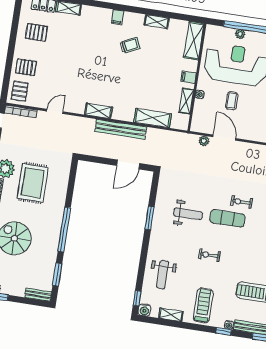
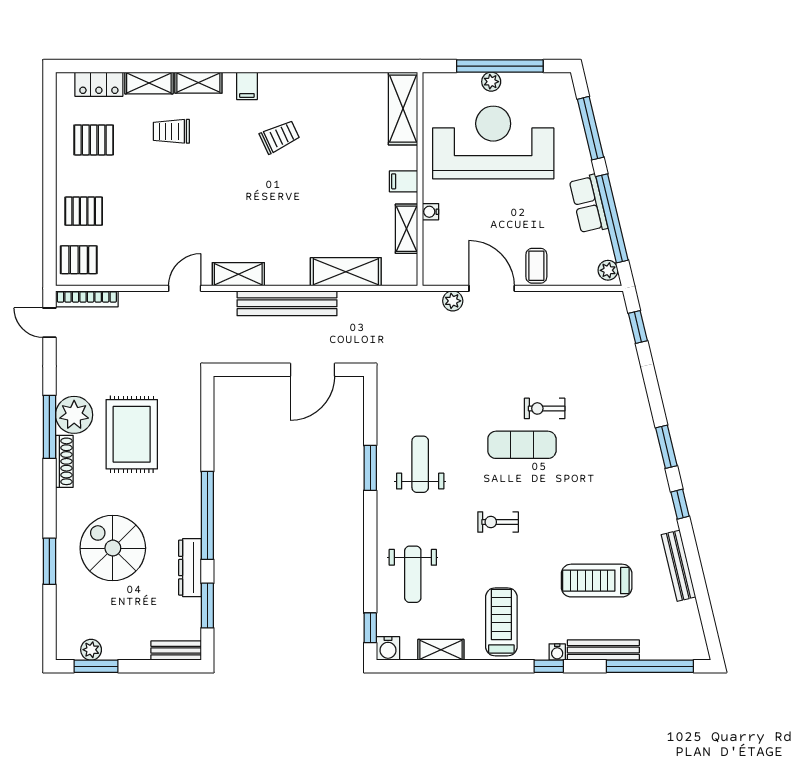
shelving: (157, 22) -> (198, 83), moved
trolley: (76, 34) -> (171, 131), added
pallet: (20, 91) -> (79, 260), turned 90
coffee table: (232, 101) -> (536, 266), moved
door: (55, 111) -> (185, 288), moved
weight bench: (188, 214) -> (420, 464), moved, turned -90
dresser: (51, 254) -> (190, 568), added

